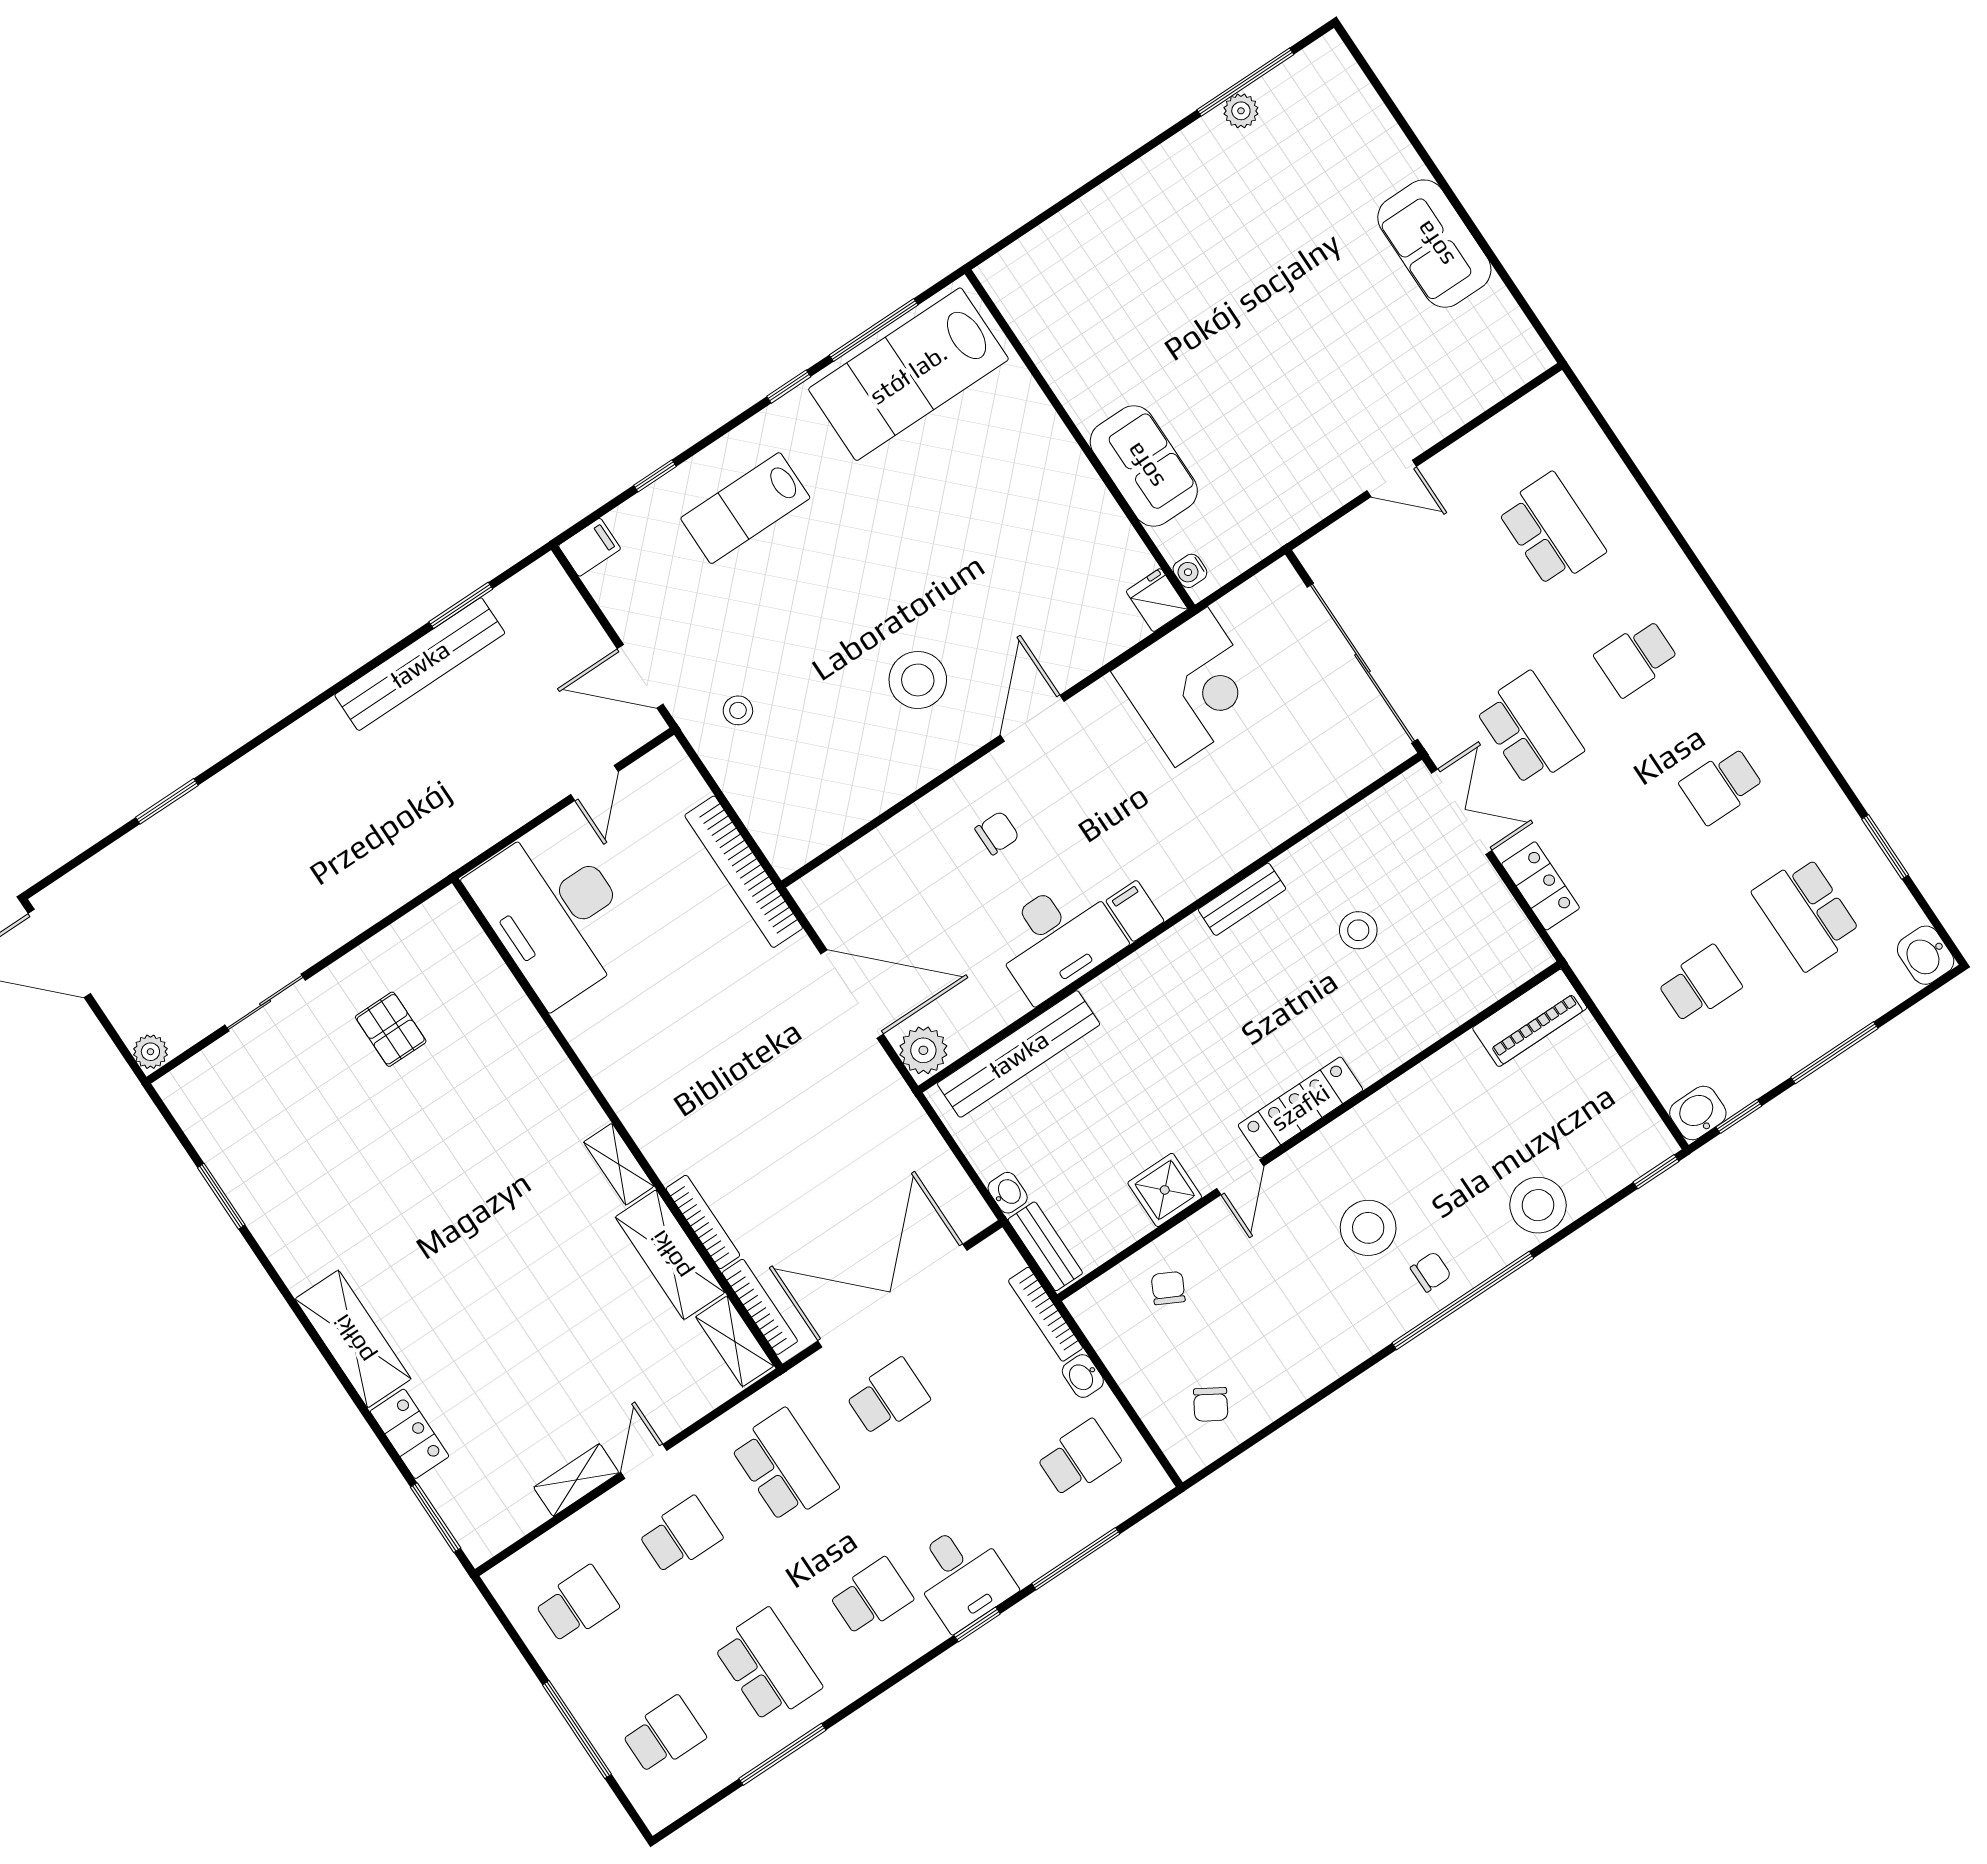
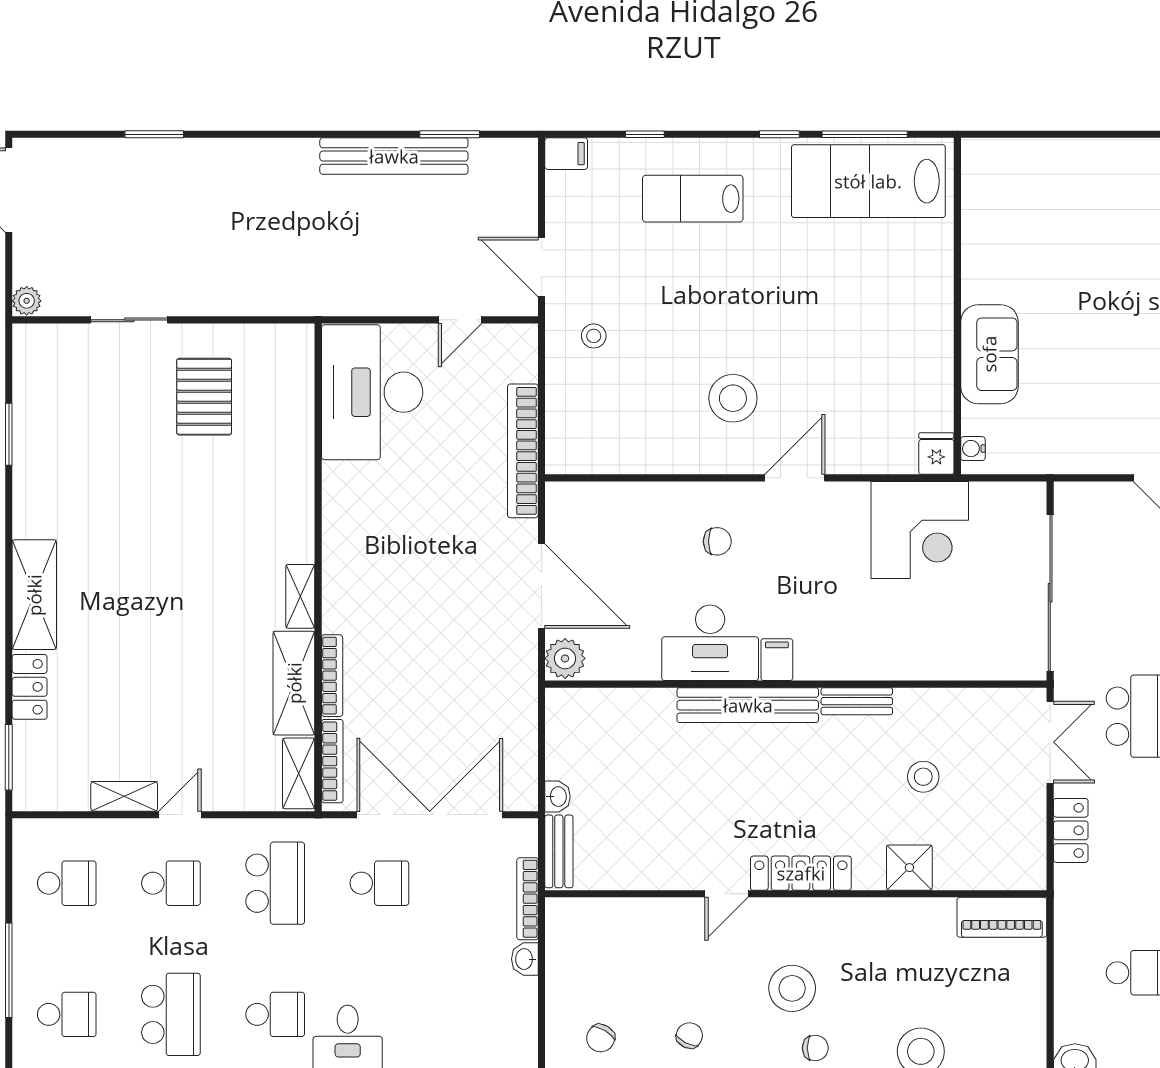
pallet: (391, 1029) -> (204, 397), width x1.50, depth x1.42
bench: (1019, 1054) -> (748, 705), moved
shower: (1165, 1190) -> (909, 868), moved
chair: (1168, 1288) -> (689, 1036), moved
school desk: (1079, 1458) -> (484, 1014), removed

